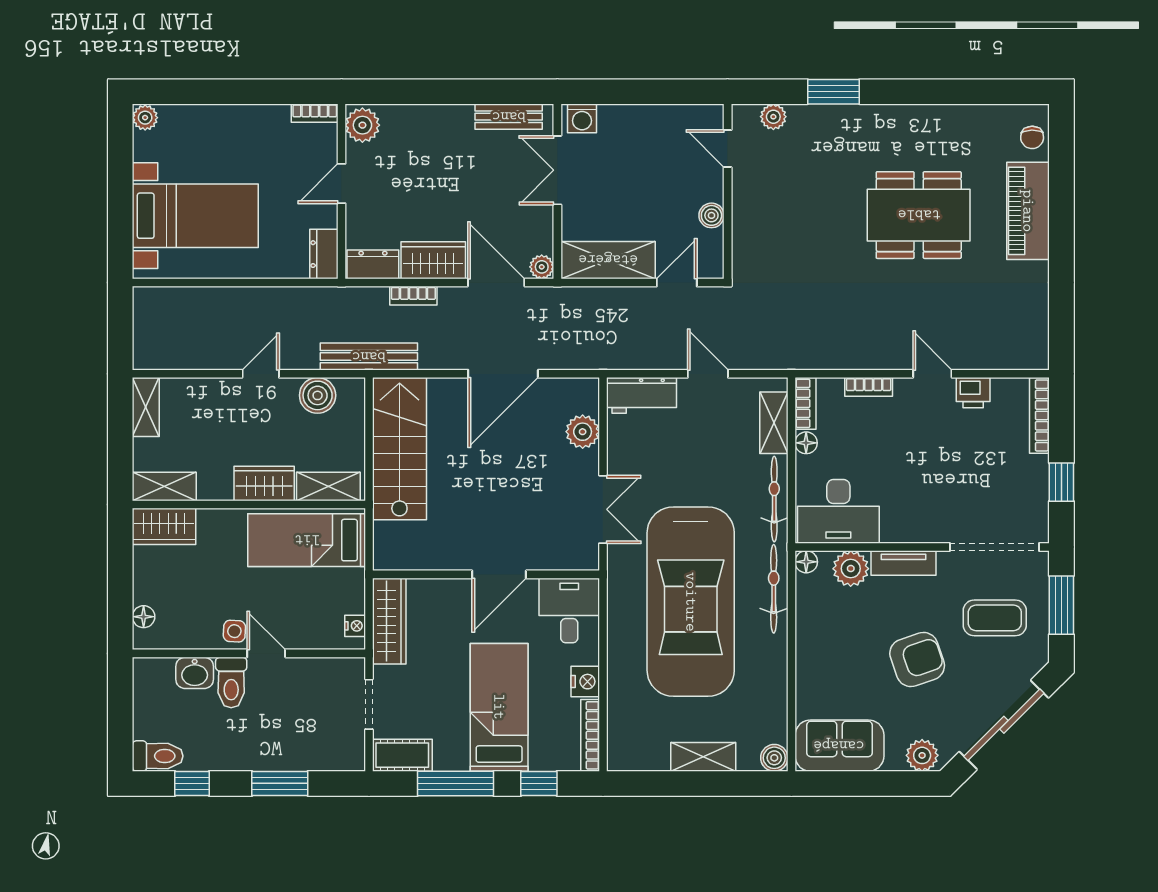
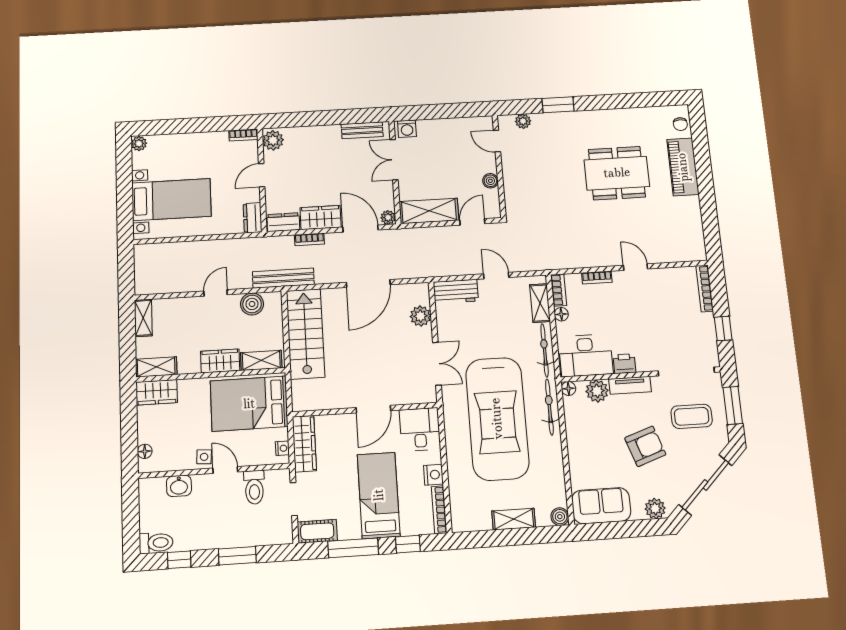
printer: (973, 393) -> (624, 364), moved, turned 180
bed: (307, 540) -> (249, 404), width x1.50
toilet: (231, 683) -> (254, 487), moved

